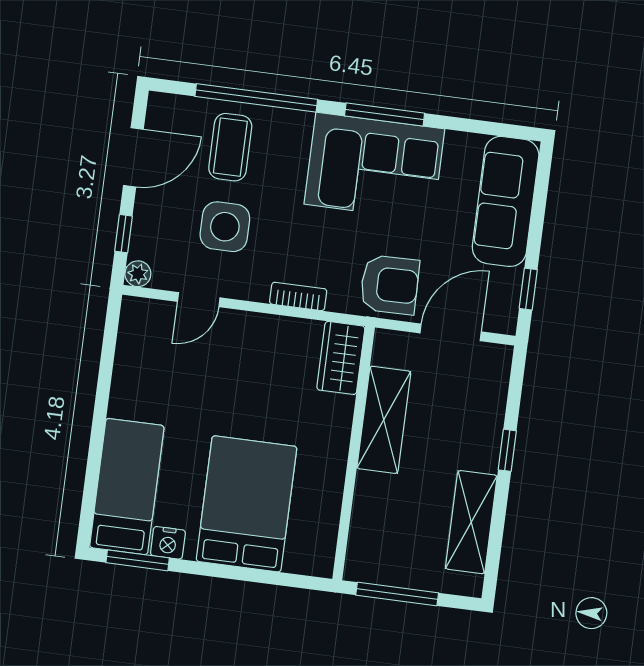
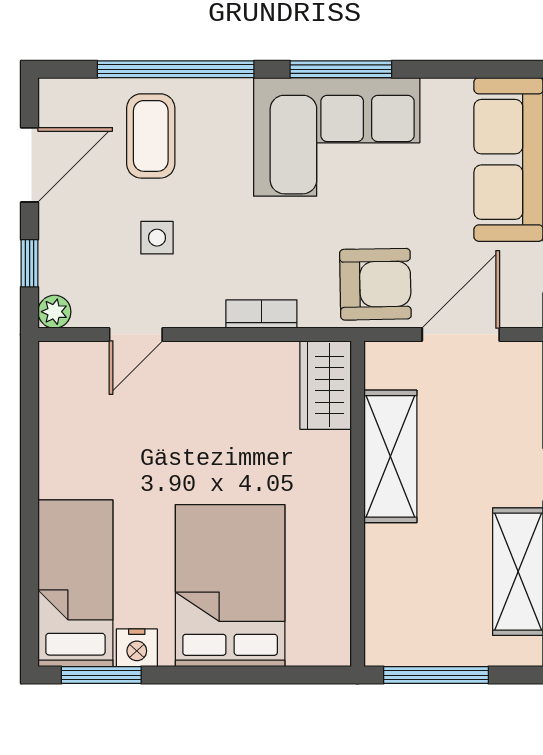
side table: (225, 227) -> (157, 238), width x0.54, depth x0.54

